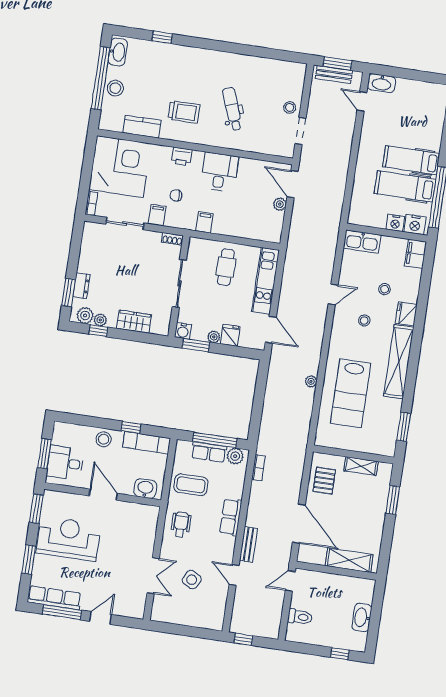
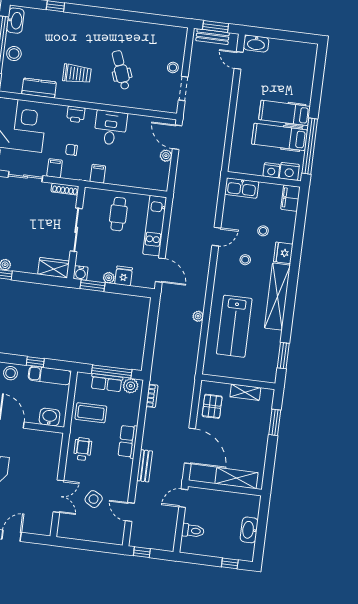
shoe rack: (172, 239) -> (65, 189), width x1.43
wardrobe: (134, 322) -> (54, 268), moved
door: (234, 575) -> (130, 512), moved

